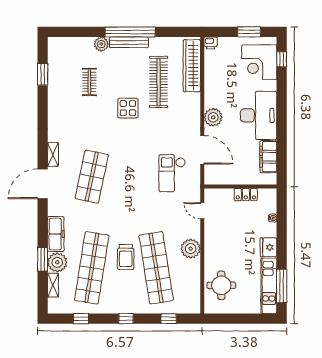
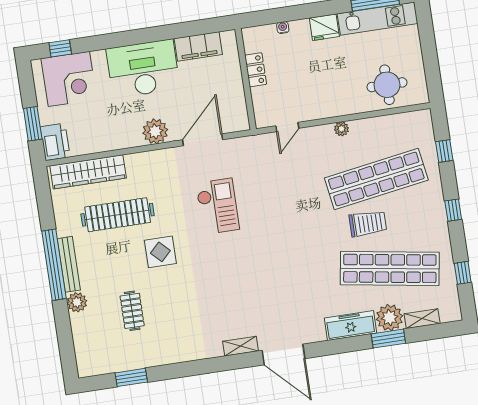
window: (249, 32) -> (33, 124), moved
printer: (211, 43) -> (55, 142), width x1.87, depth x1.48
clothes rail: (89, 82) -> (132, 311), turned 90
checkout: (172, 173) -> (218, 206), moved, turned -90
shop shelf: (92, 177) -> (263, 288), removed
plant: (191, 249) -> (342, 129), width x0.53, depth x0.53

